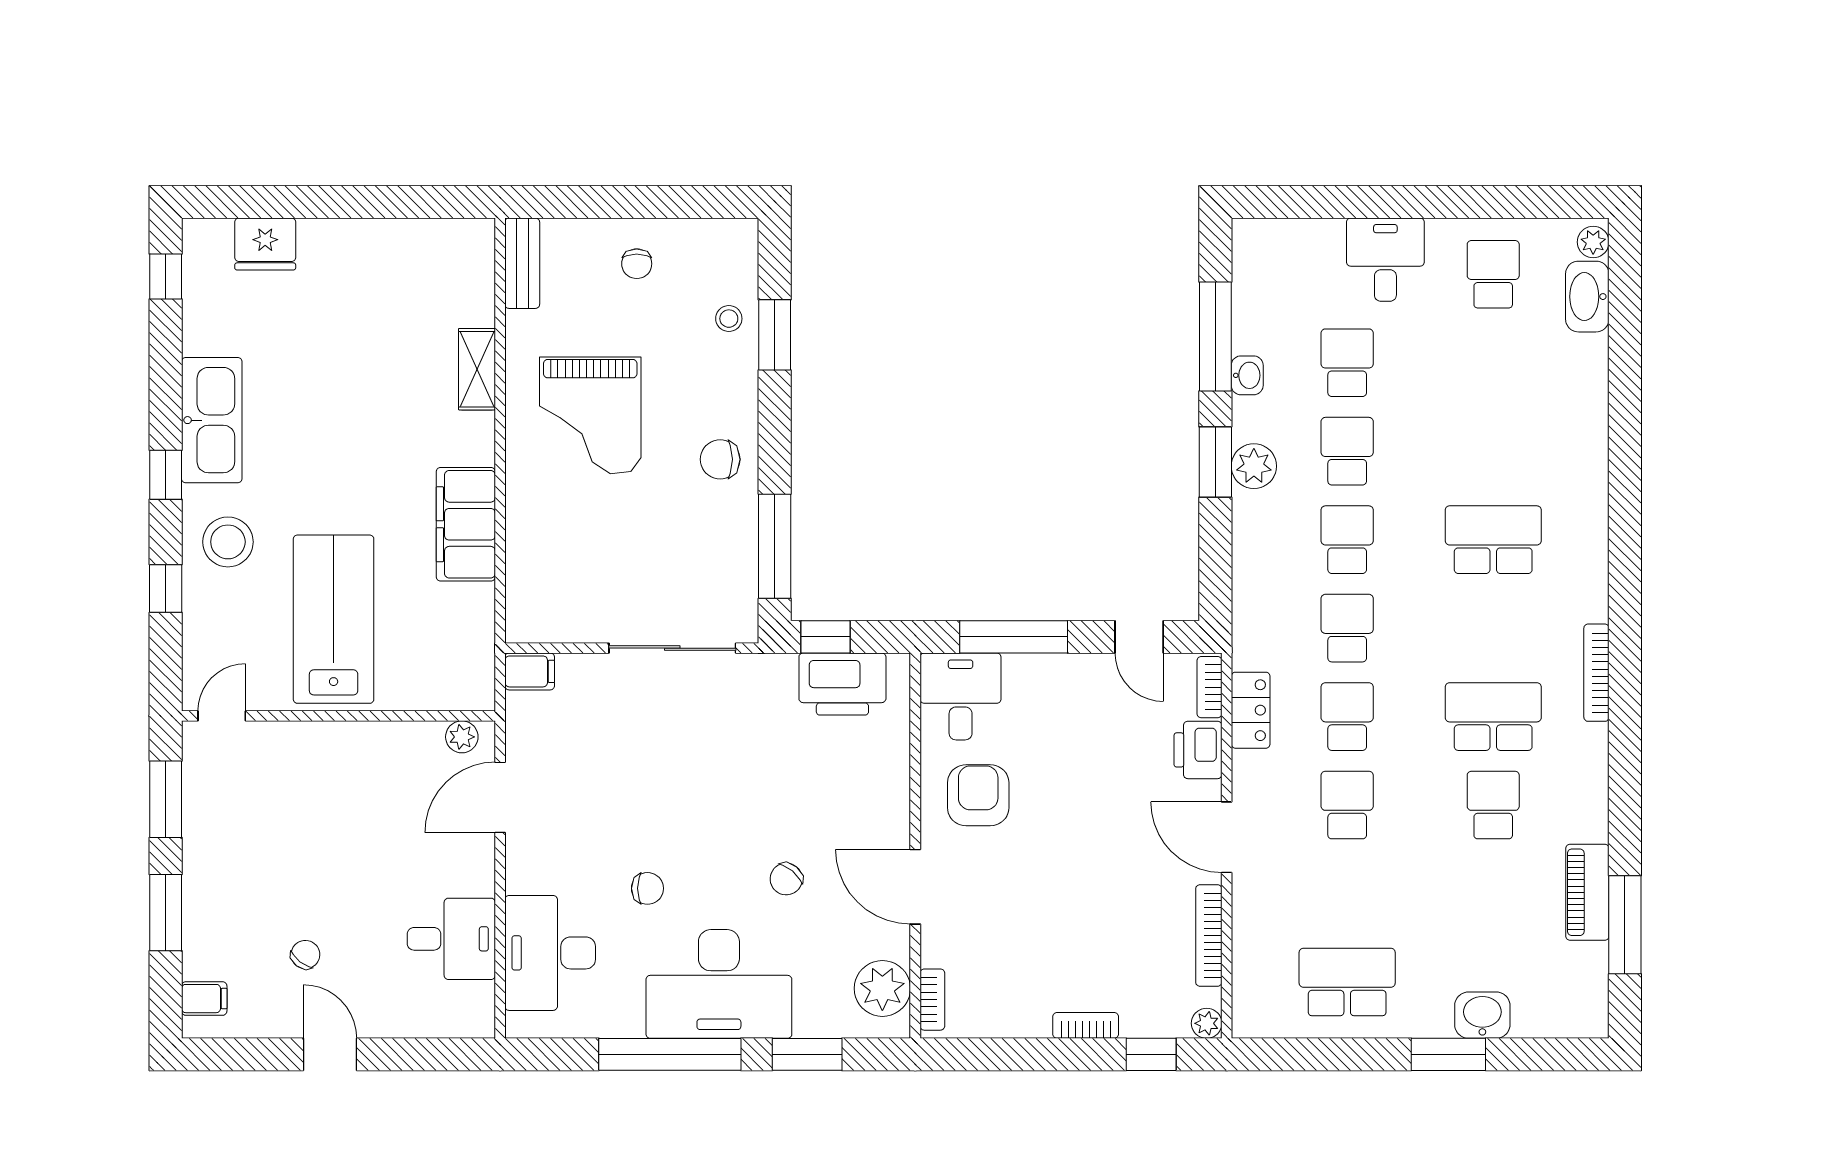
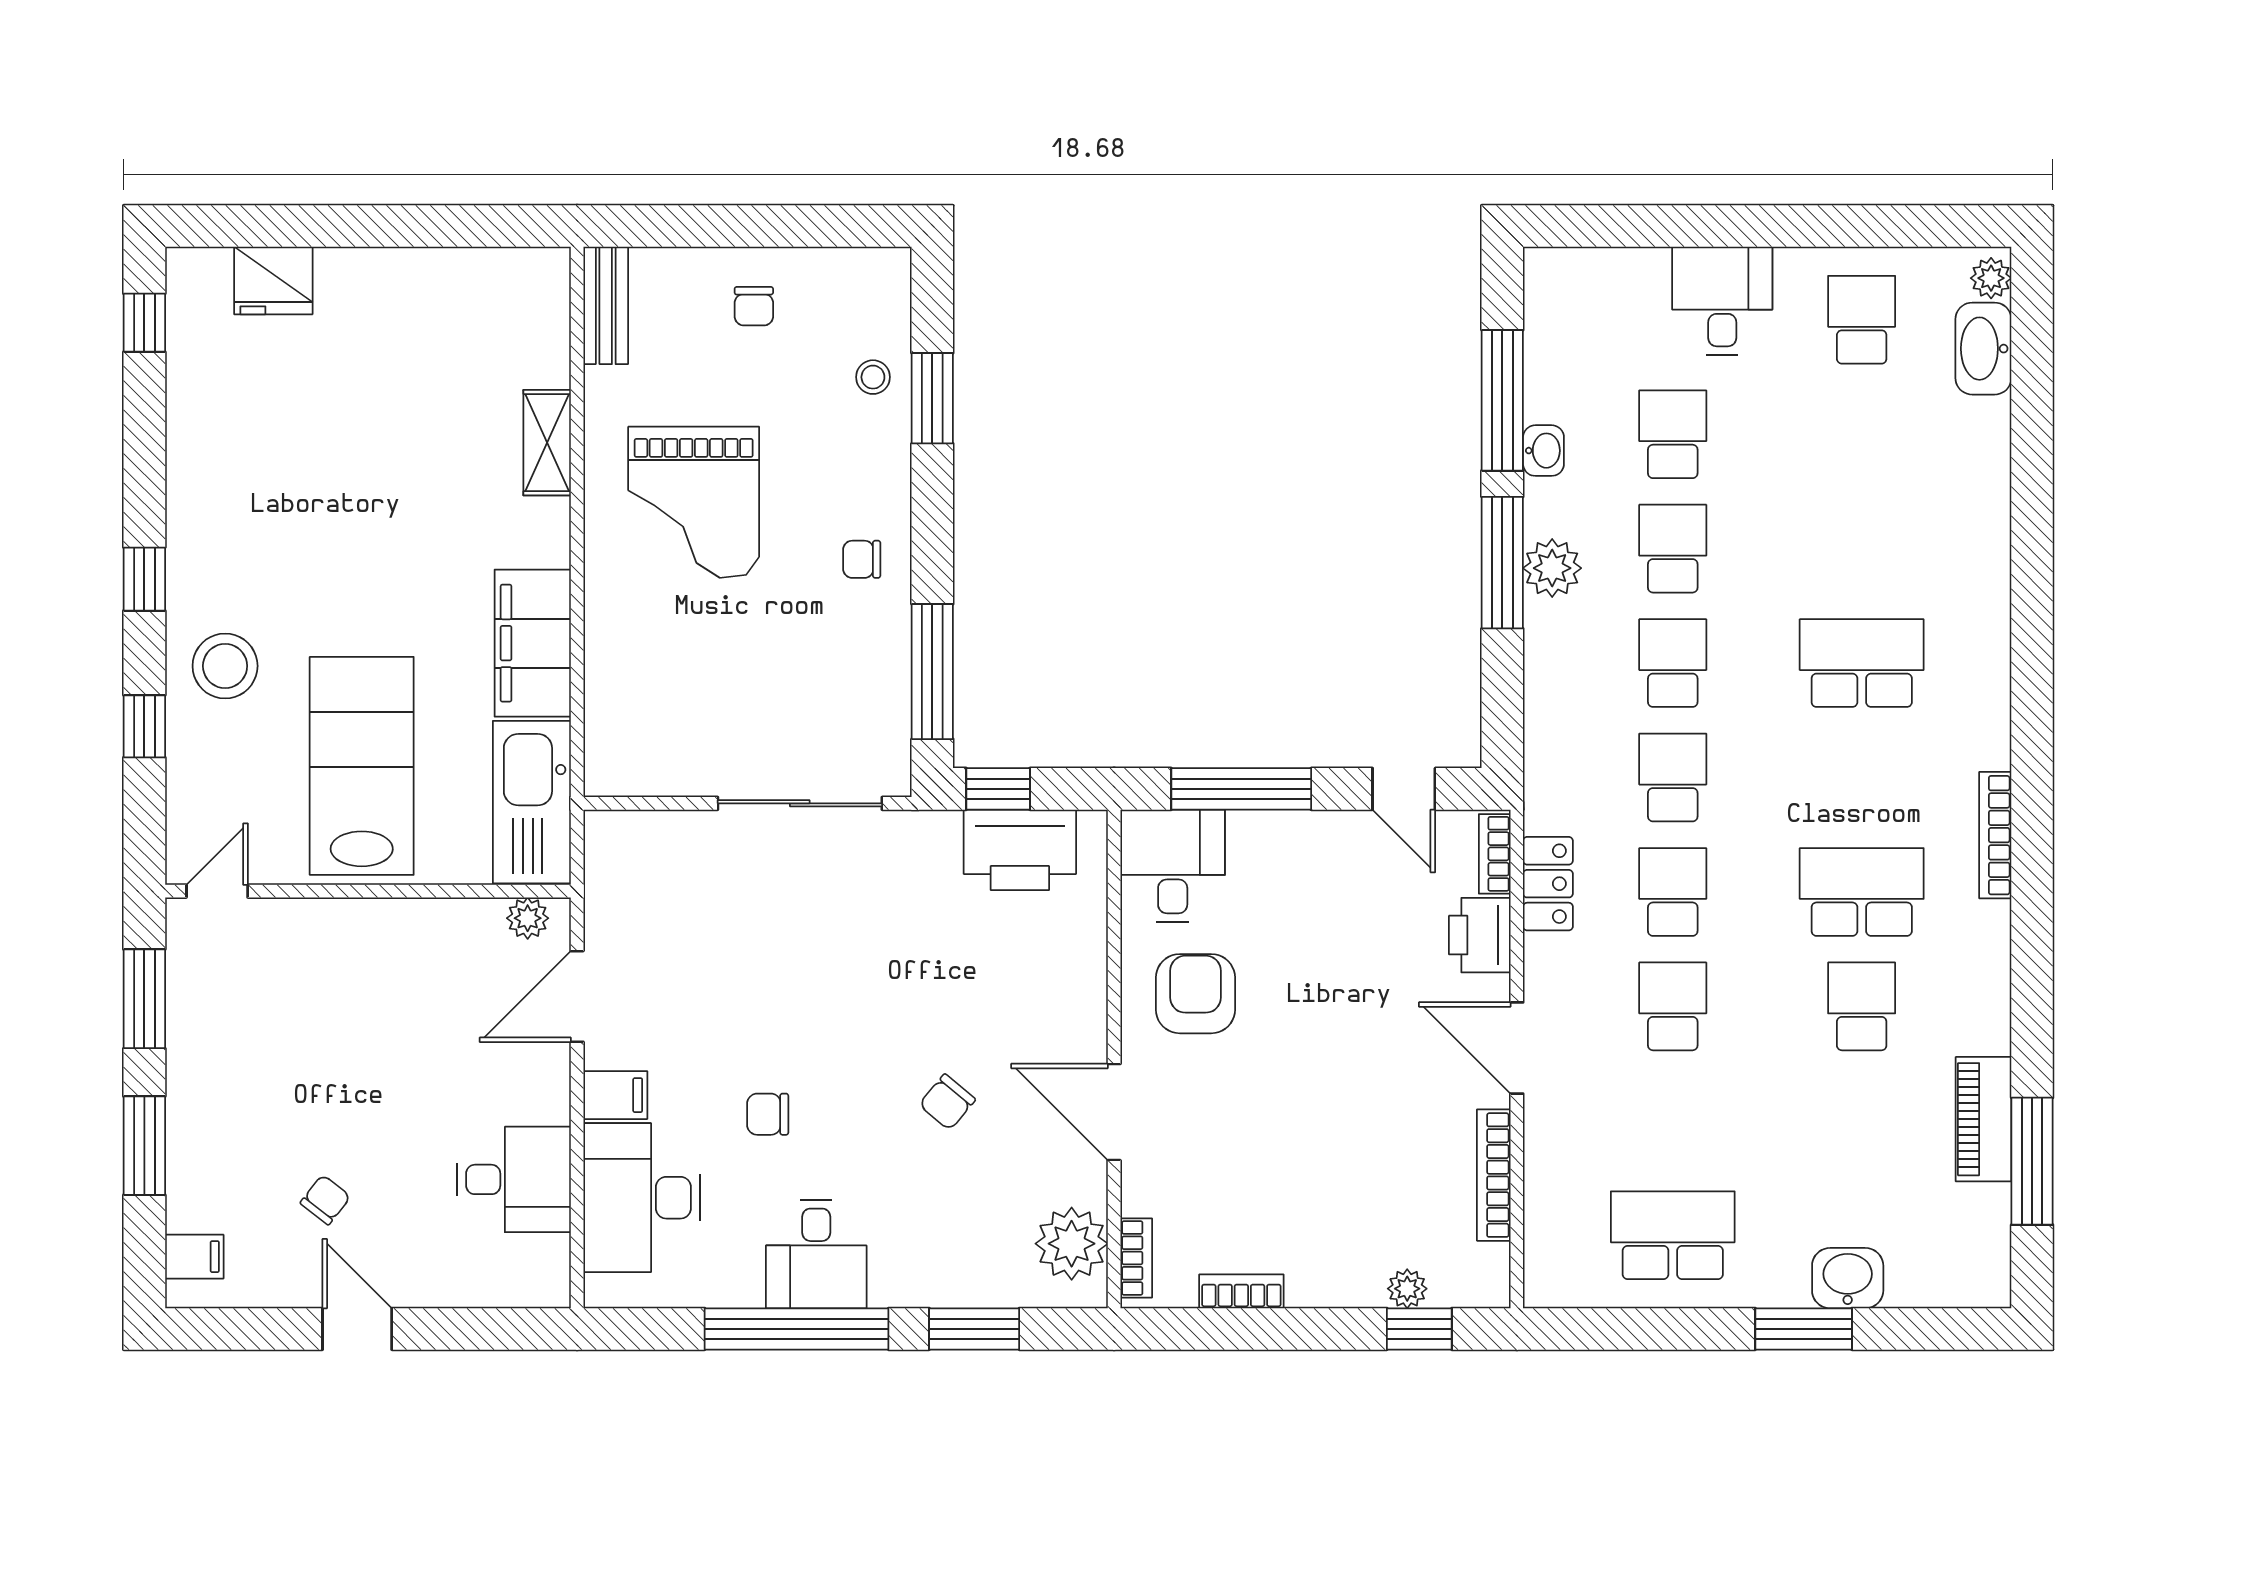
kitchen sink: (212, 420) -> (532, 802), moved, turned 180
chair: (720, 459) -> (862, 559), width x0.73, depth x0.73
window: (1215, 462) -> (1502, 563), width x1.44
filing cabinet: (530, 671) -> (615, 1095), moved
chair: (647, 888) -> (768, 1114), turned 180
desk: (719, 984) -> (816, 1254), width x0.53, depth x0.77
plant: (1207, 1023) -> (1407, 1289), moved
bookcase: (1086, 1025) -> (1241, 1291), moved

